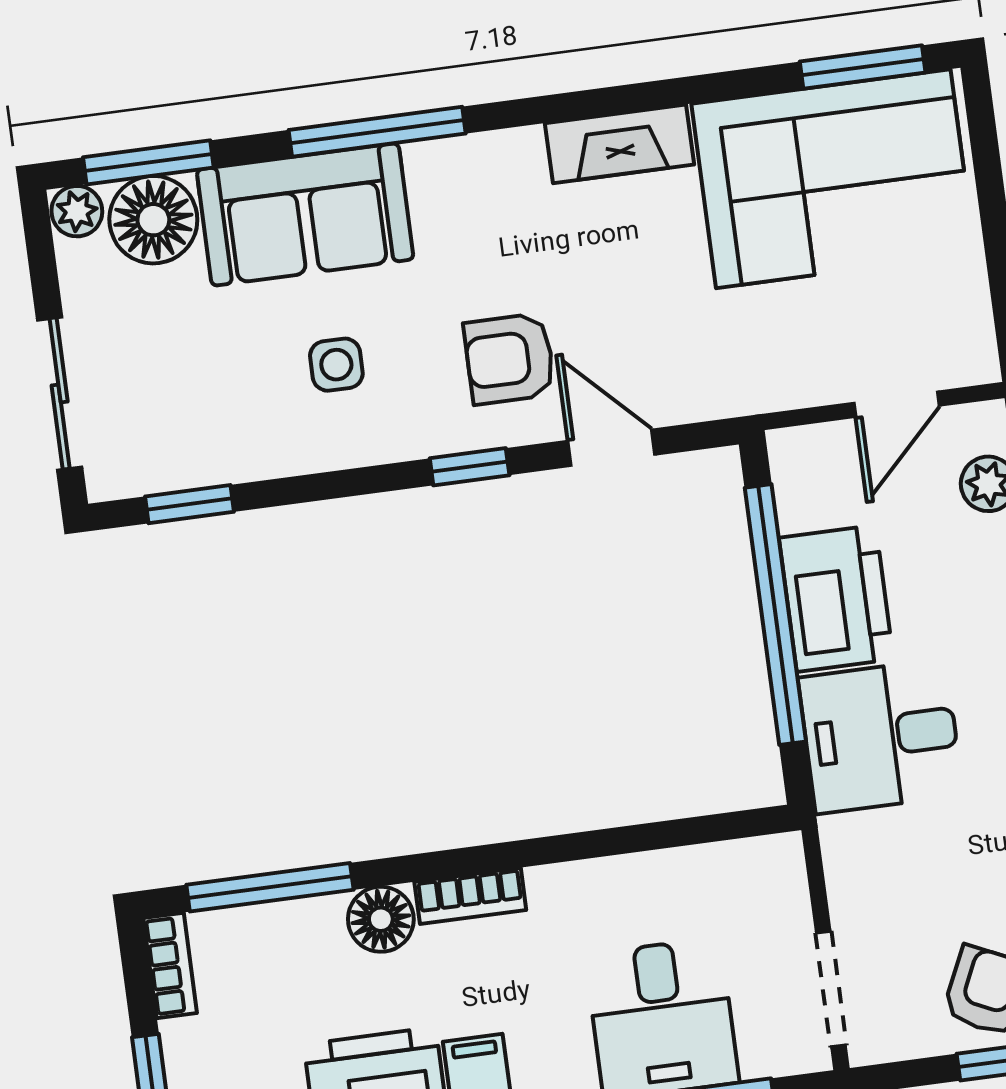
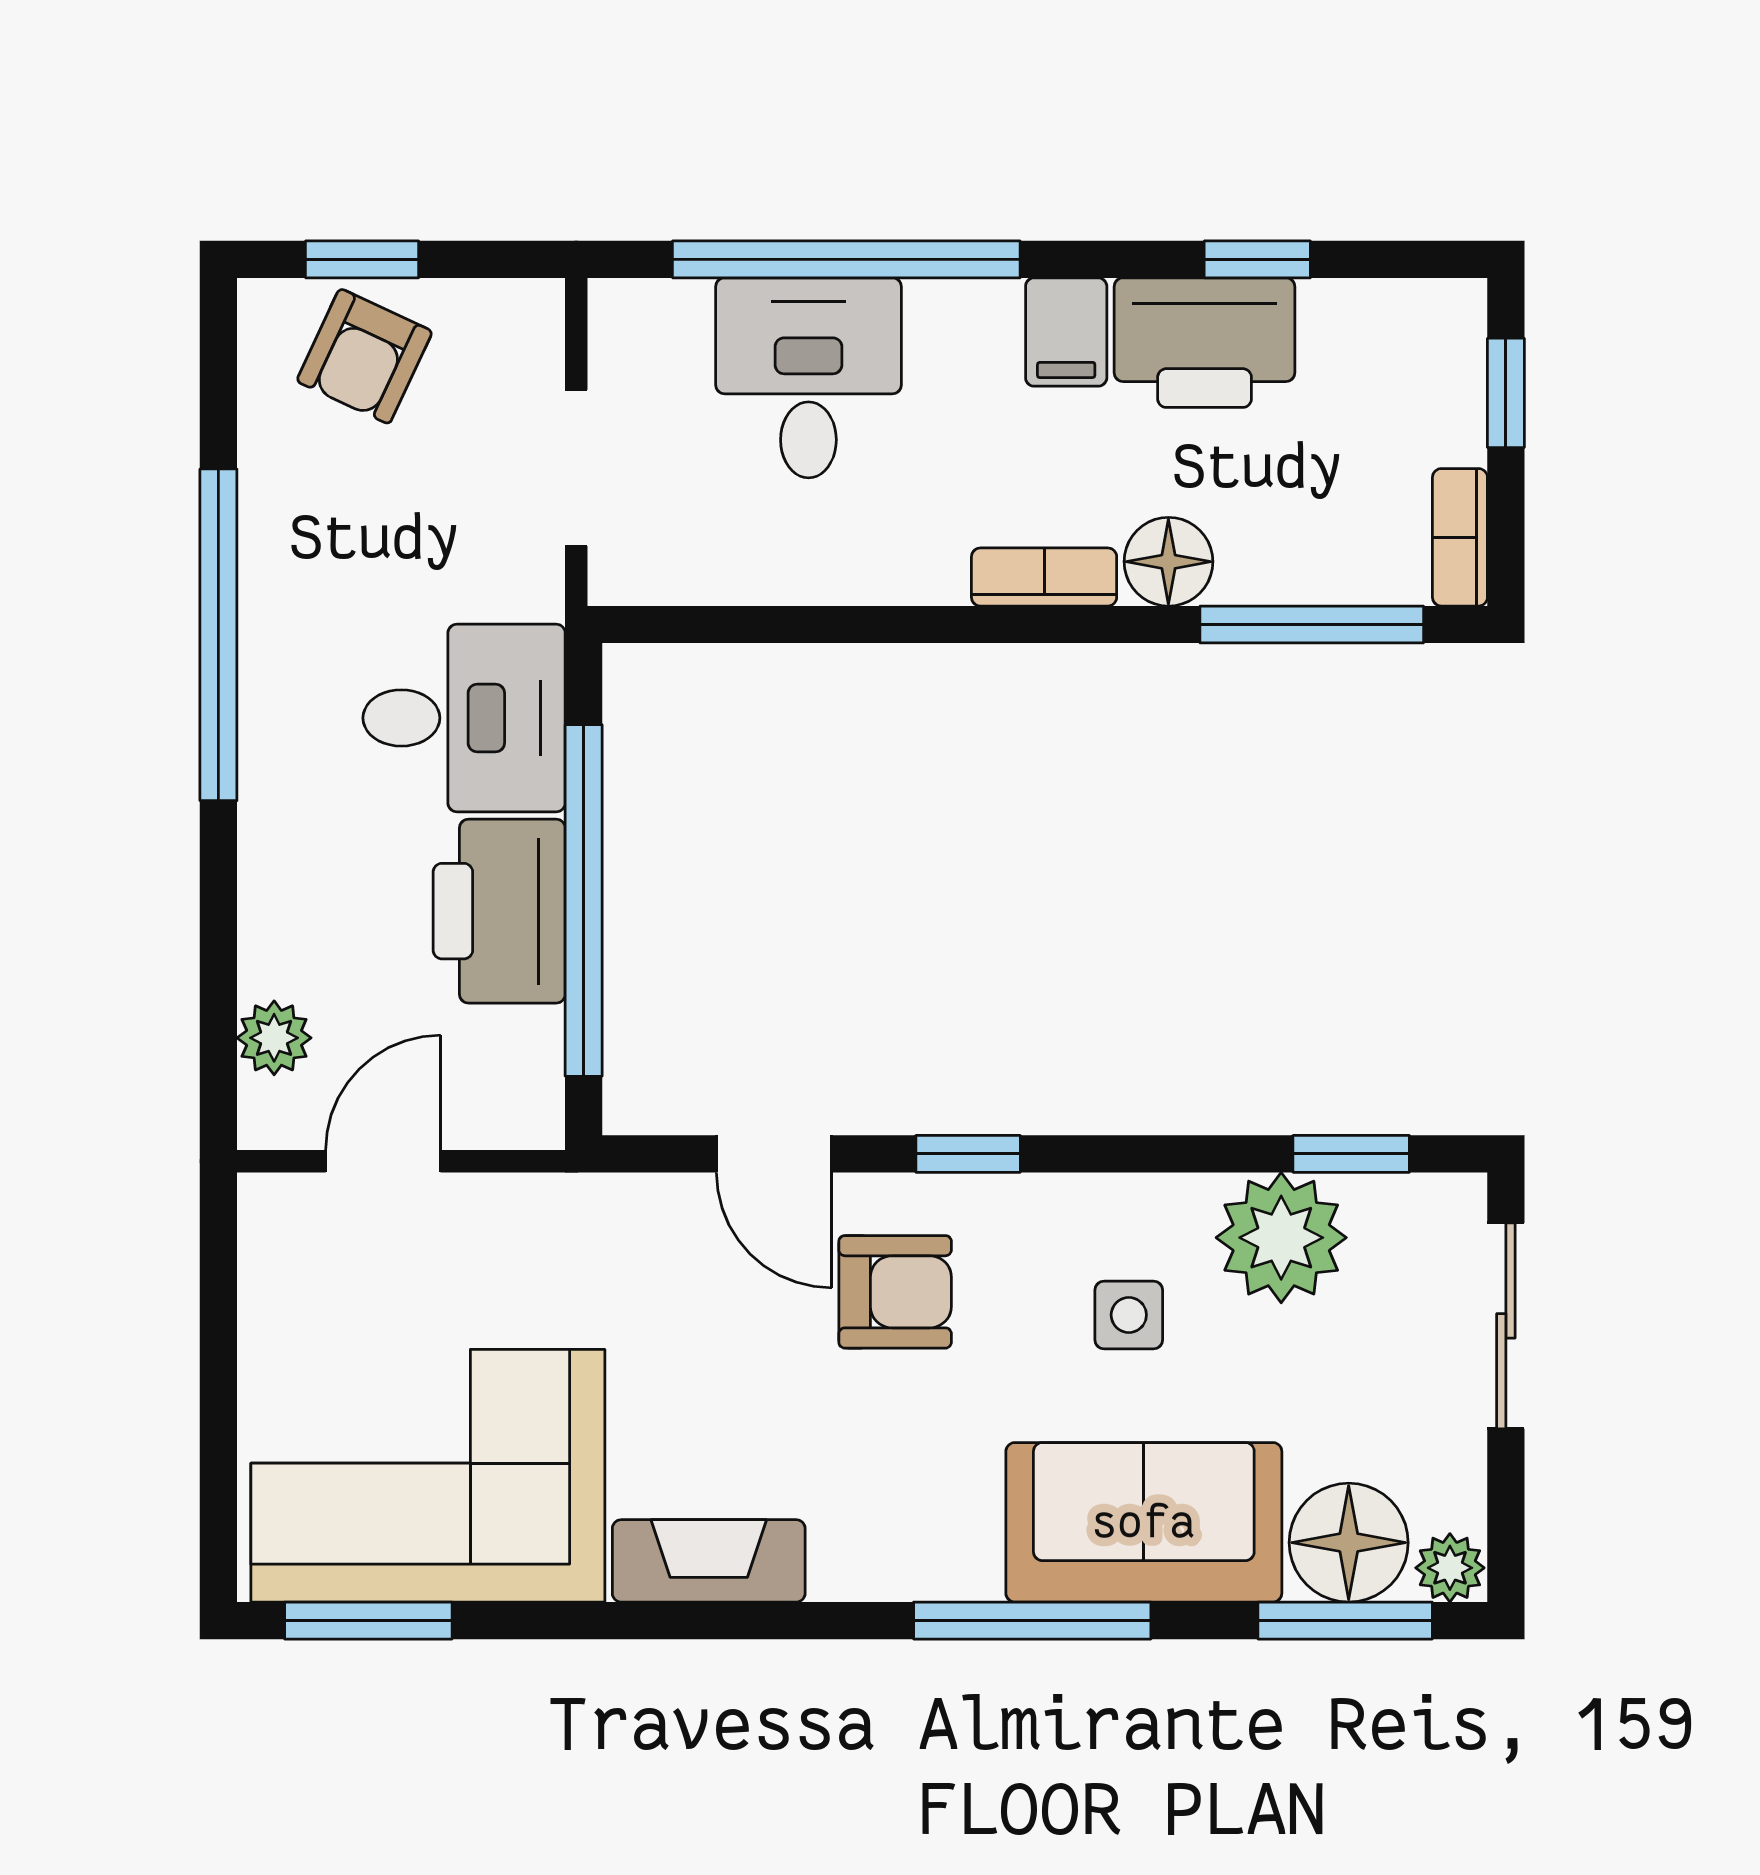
plant: (232, 436) -> (1281, 1238), added
doorway: (831, 989) -> (576, 468), moved

